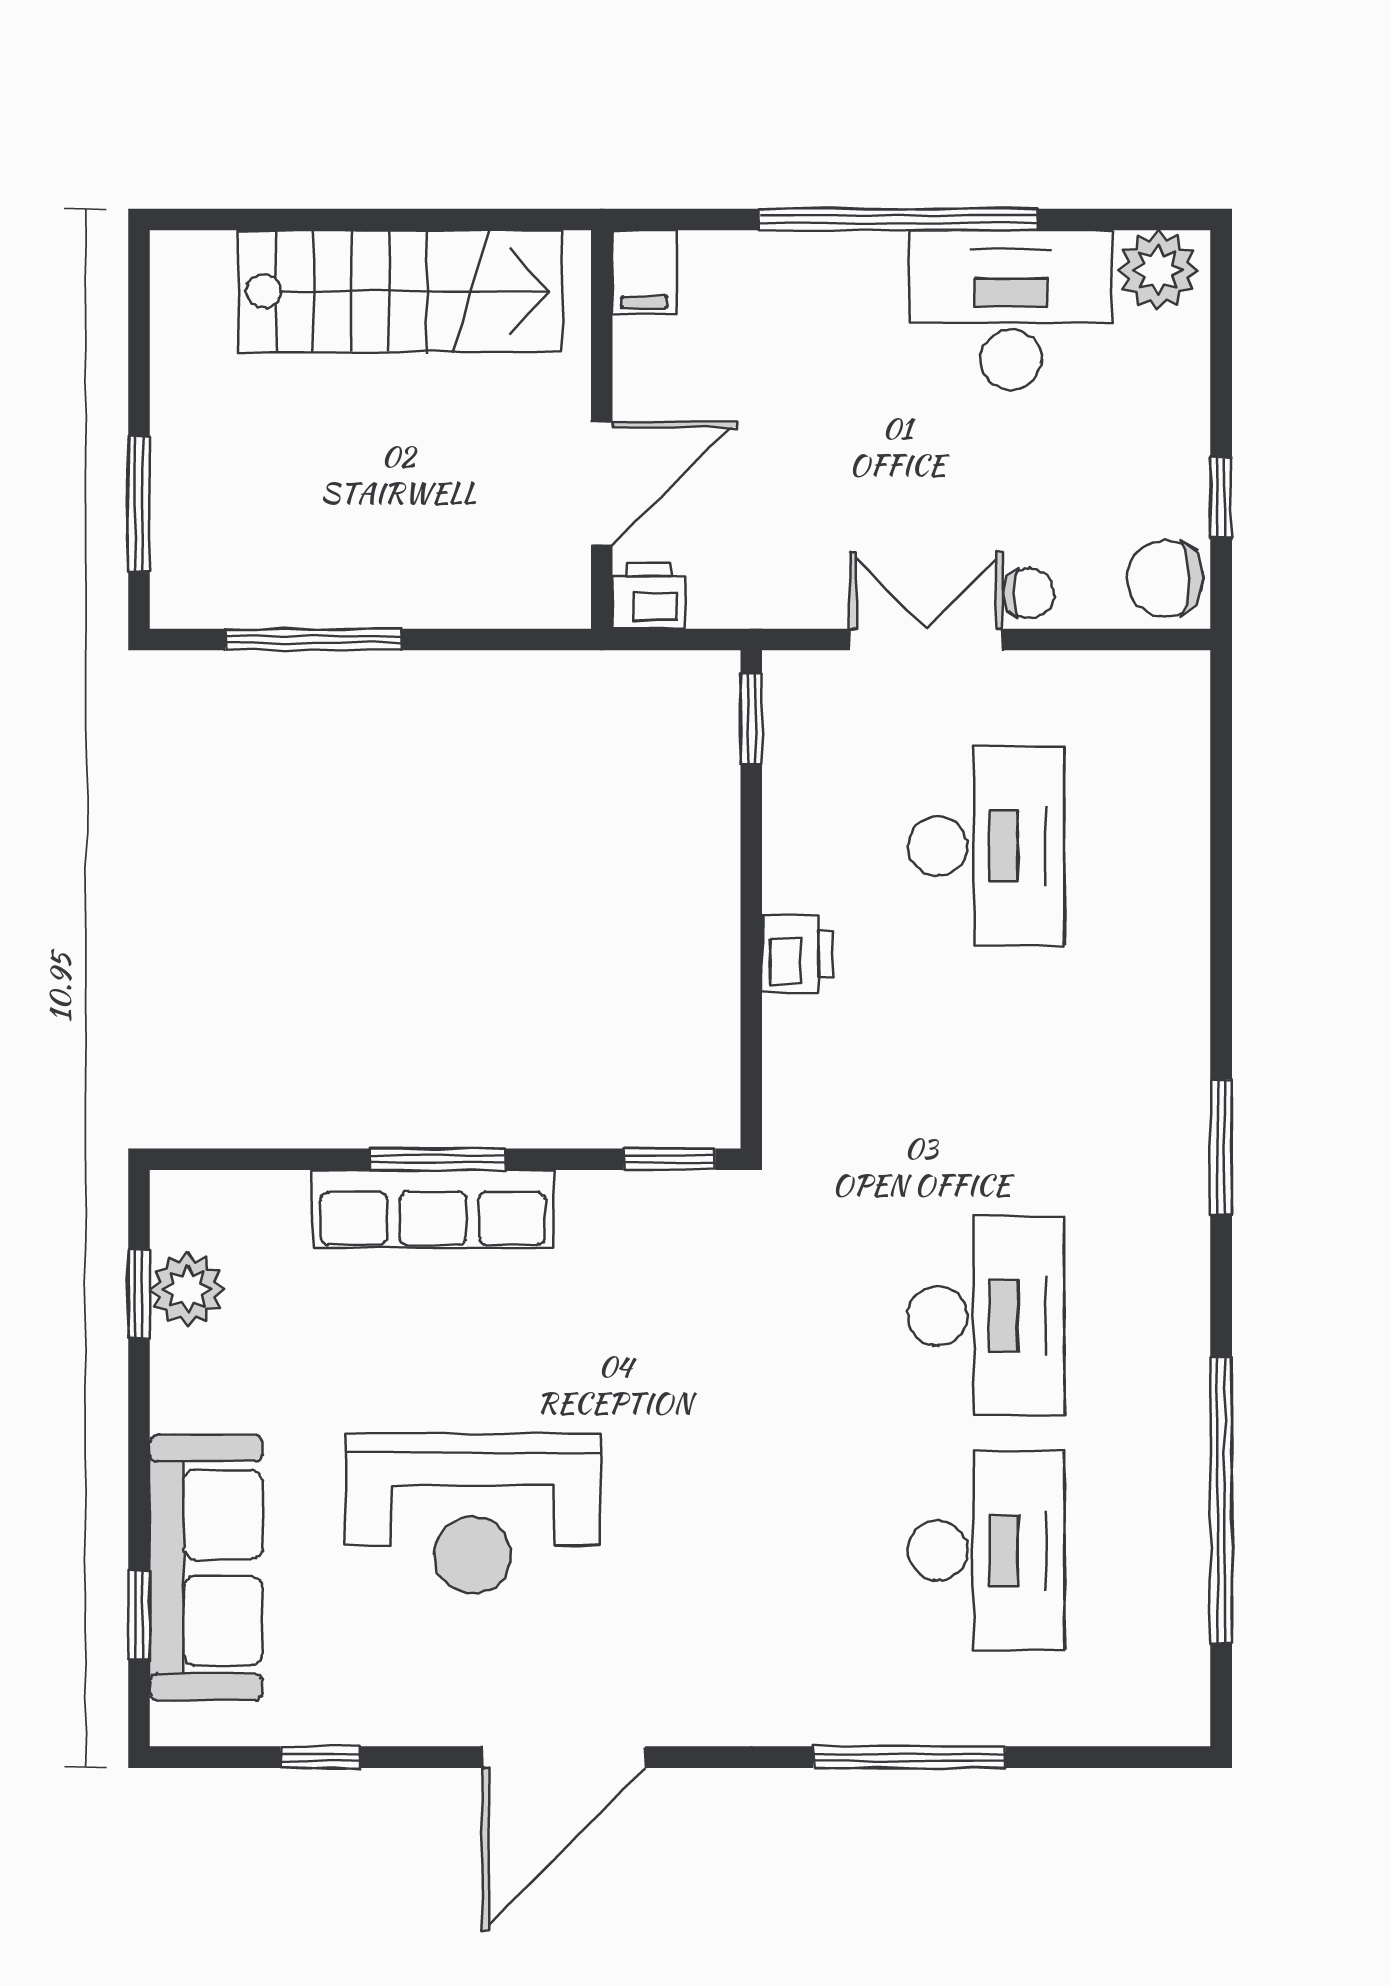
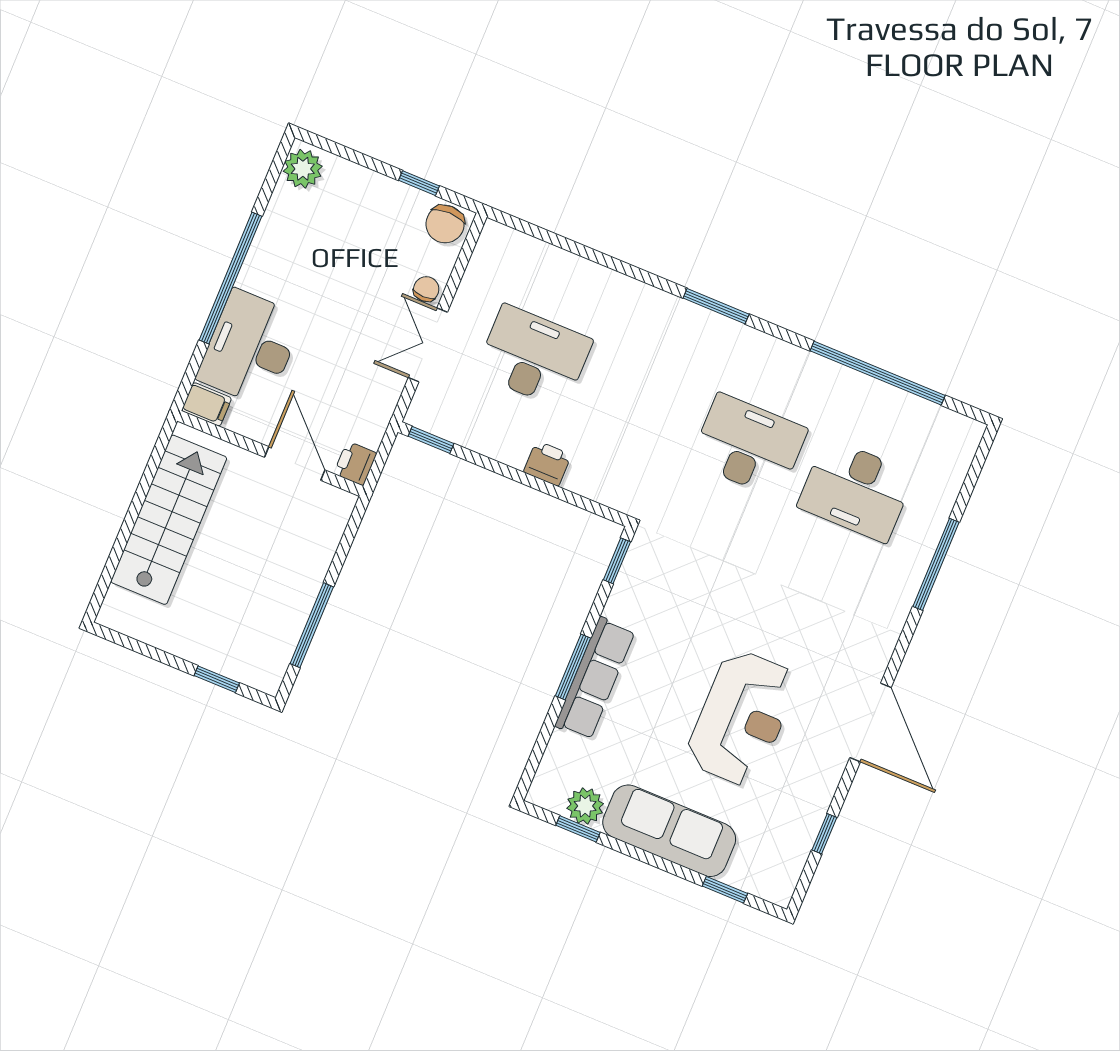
desk: (1011, 310) -> (250, 348), moved
window: (139, 504) -> (217, 679), width x0.67
desk: (986, 1550) -> (856, 490), turned 180
sofa: (206, 1568) -> (669, 831), moved

